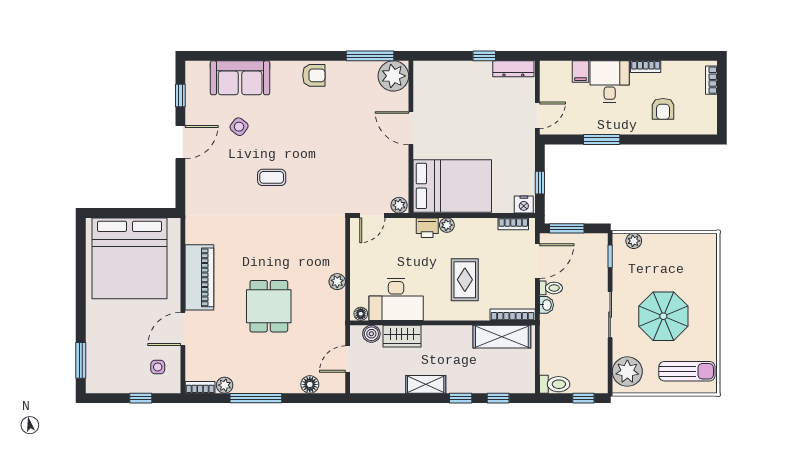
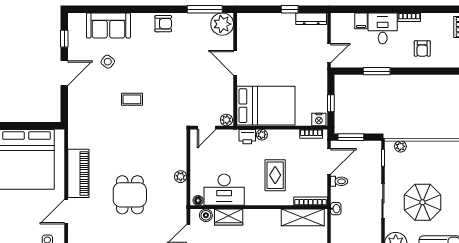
washbasin: (546, 305) -> (336, 209), moved

